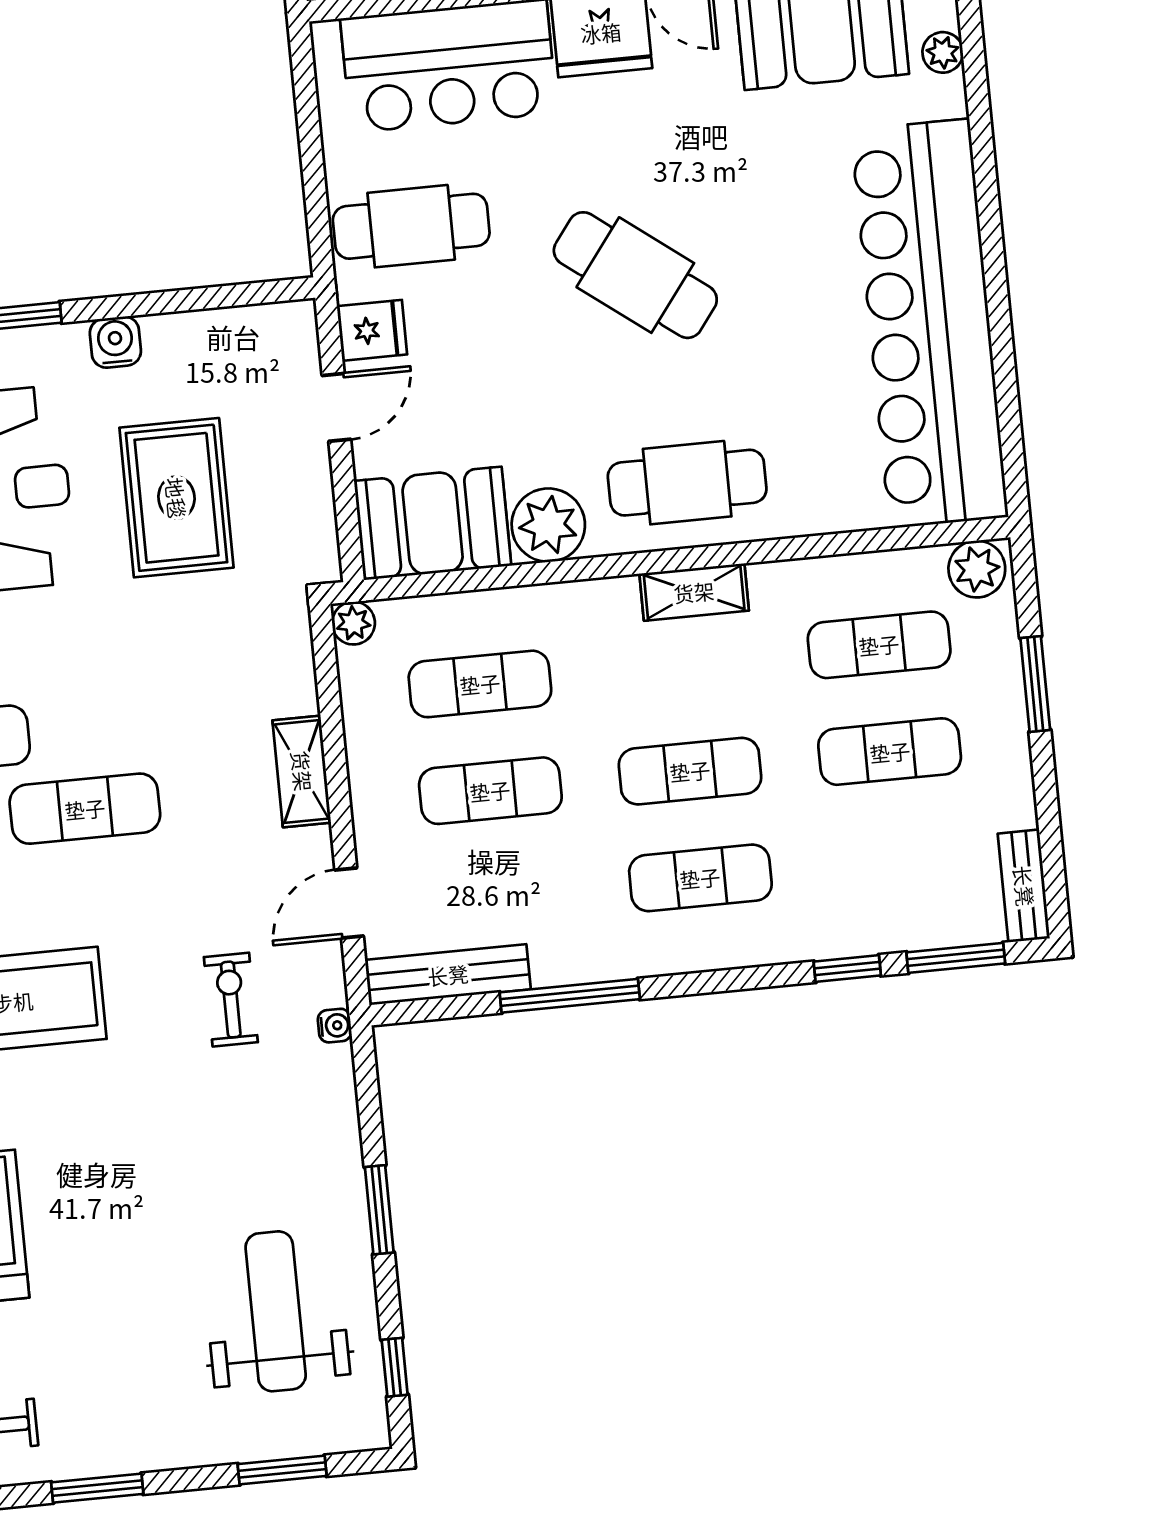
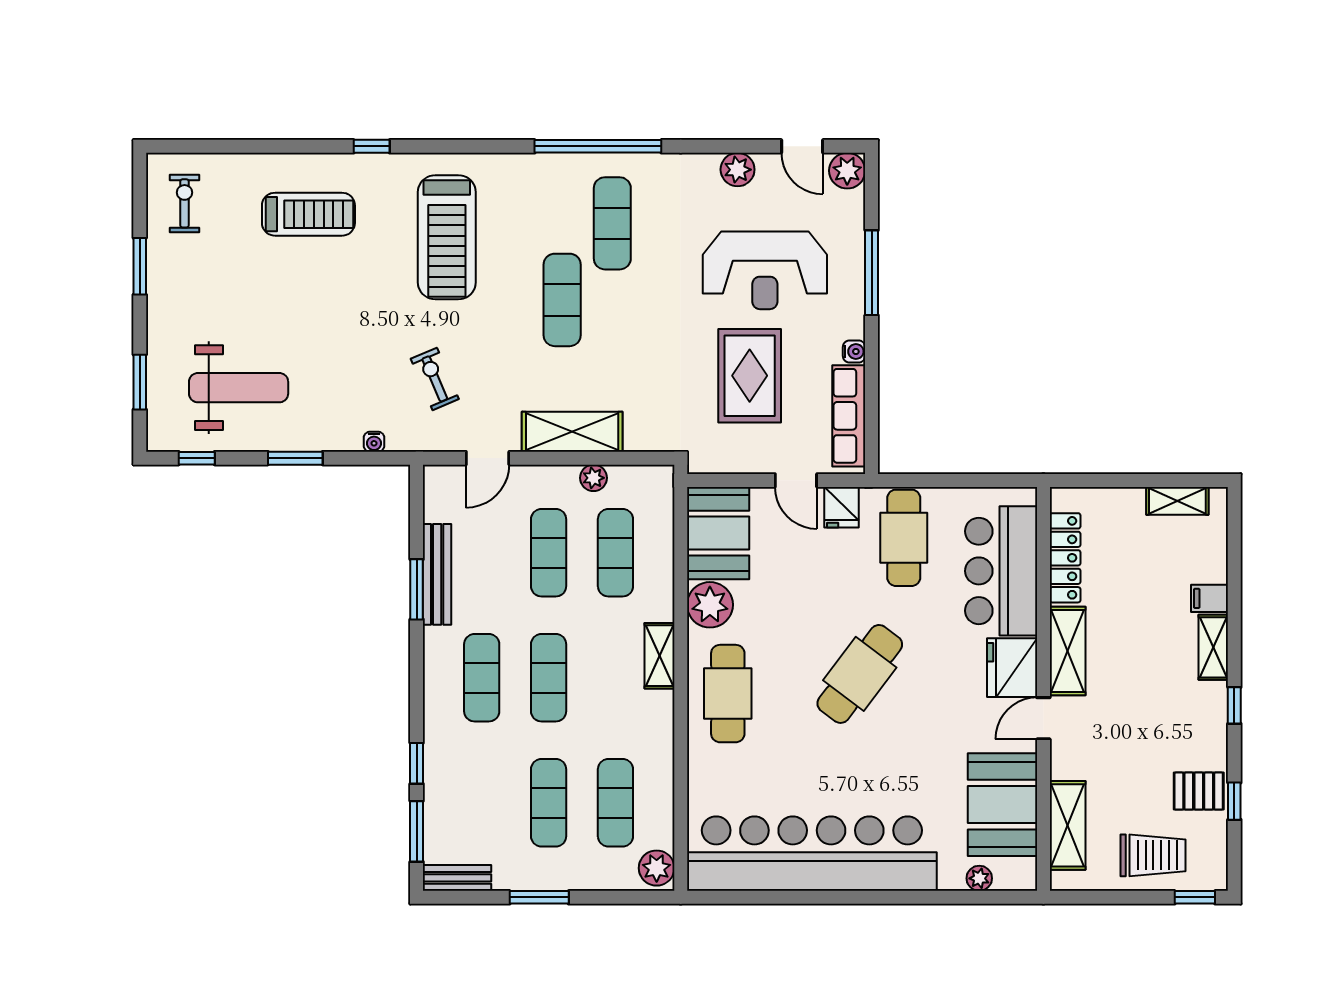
row of seats: (225, 333) -> (849, 416), added
water cooler: (115, 342) -> (854, 351), width x0.72, depth x0.72
rug: (176, 498) -> (750, 376), turned 90
shelving: (694, 592) -> (659, 656), moved
plant: (353, 623) -> (593, 478), moved
window: (1035, 684) -> (539, 897), moved
shelving: (302, 771) -> (572, 432), width x1.50, depth x1.33
door: (349, 903) -> (488, 458), swing flipped
bench: (448, 975) -> (437, 574), moved
window: (570, 996) -> (417, 589), width x0.69
exercise bike: (231, 1000) -> (435, 379), turned -113
water cooler: (335, 1026) -> (374, 442), moved

